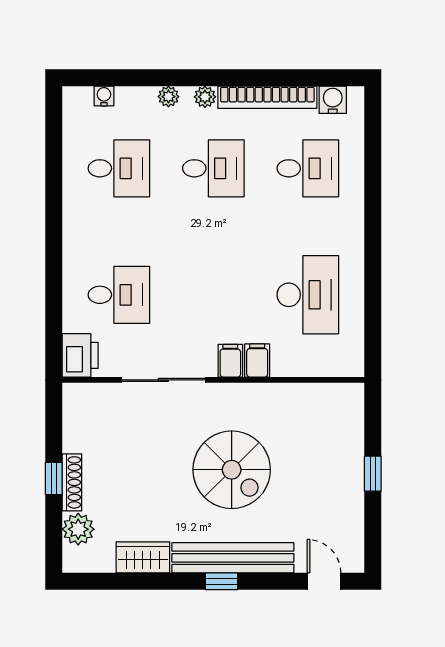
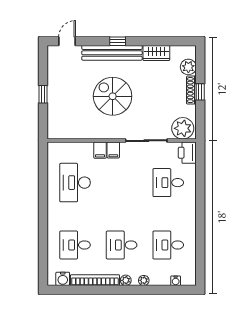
plant: (89, 405) -> (183, 128), added
door: (324, 581) -> (67, 41), swing flipped

